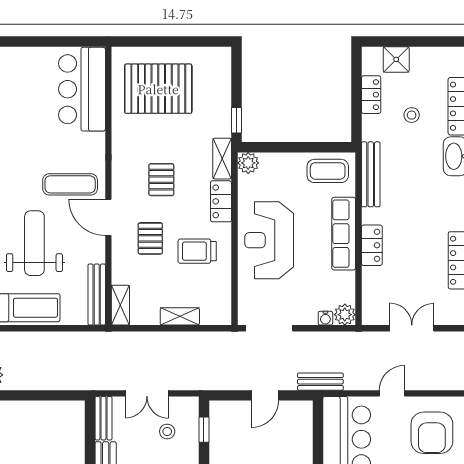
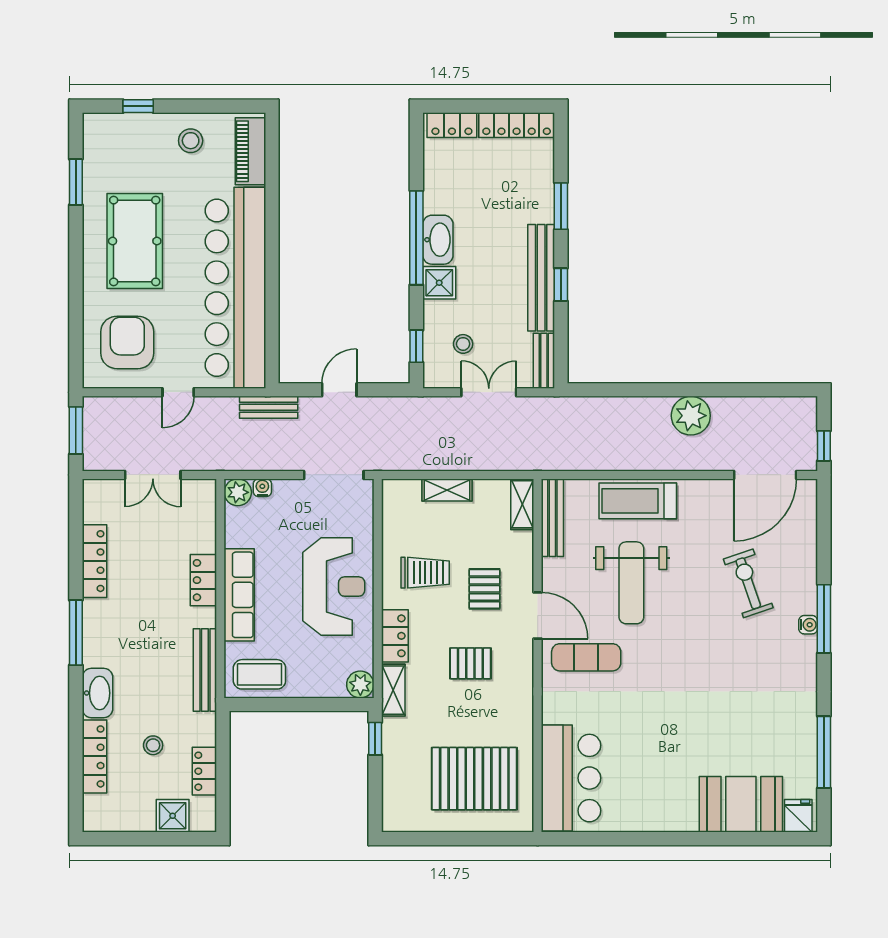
pallet: (161, 180) -> (470, 663), turned 90

